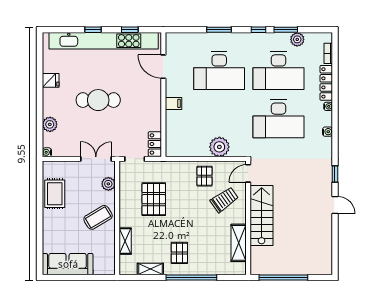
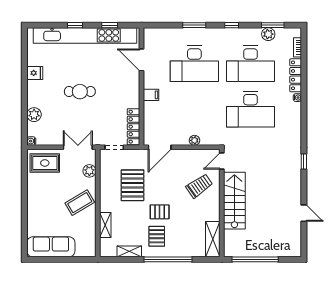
window: (286, 30) -> (273, 25), moved
cafe table: (98, 100) -> (80, 92), width x0.73, depth x0.74
water cooler: (327, 132) -> (297, 121), removed
locker: (155, 144) -> (134, 127), width x1.53
plant: (219, 147) -> (194, 140), width x0.53, depth x0.53
door: (182, 159) -> (160, 147), added
pallet: (204, 176) -> (160, 212), moved, turned 90
rug: (55, 194) -> (45, 163), moved, turned 90
door: (335, 205) -> (304, 213), moved
shelving: (239, 243) -> (213, 239), moved

